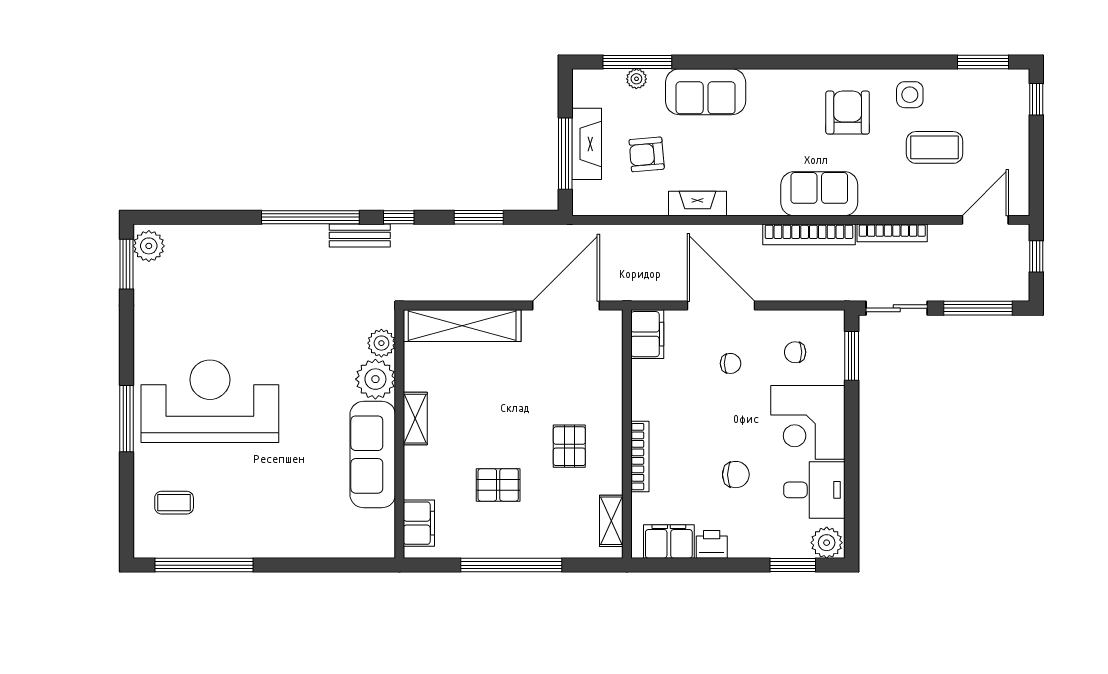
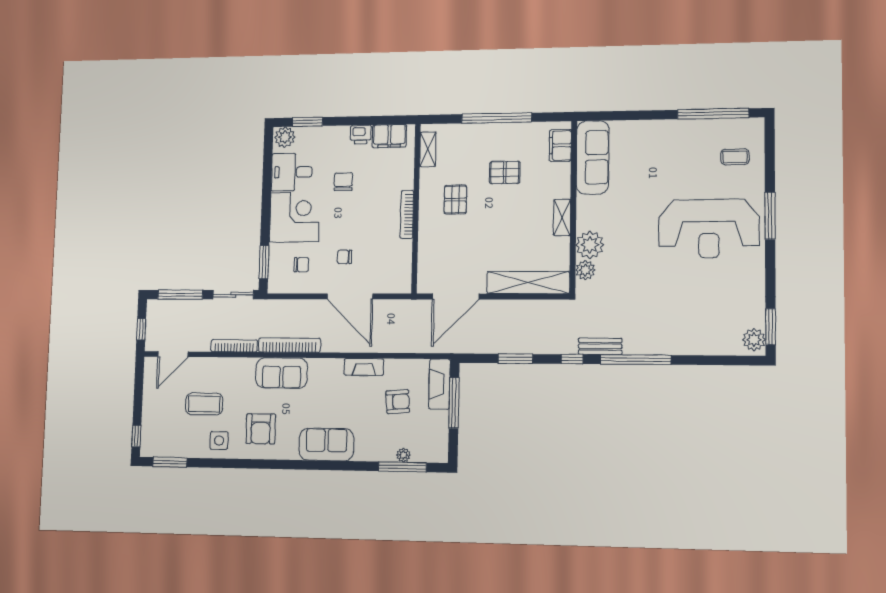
sofa: (706, 92) -> (326, 444), moved
fireplace: (587, 144) -> (439, 384), moved
filing cabinet: (647, 334) -> (400, 277), removed
sofa: (373, 455) -> (593, 157), moved
bookcase: (640, 457) -> (407, 214), moved
chair: (736, 475) -> (343, 182), turned 90

